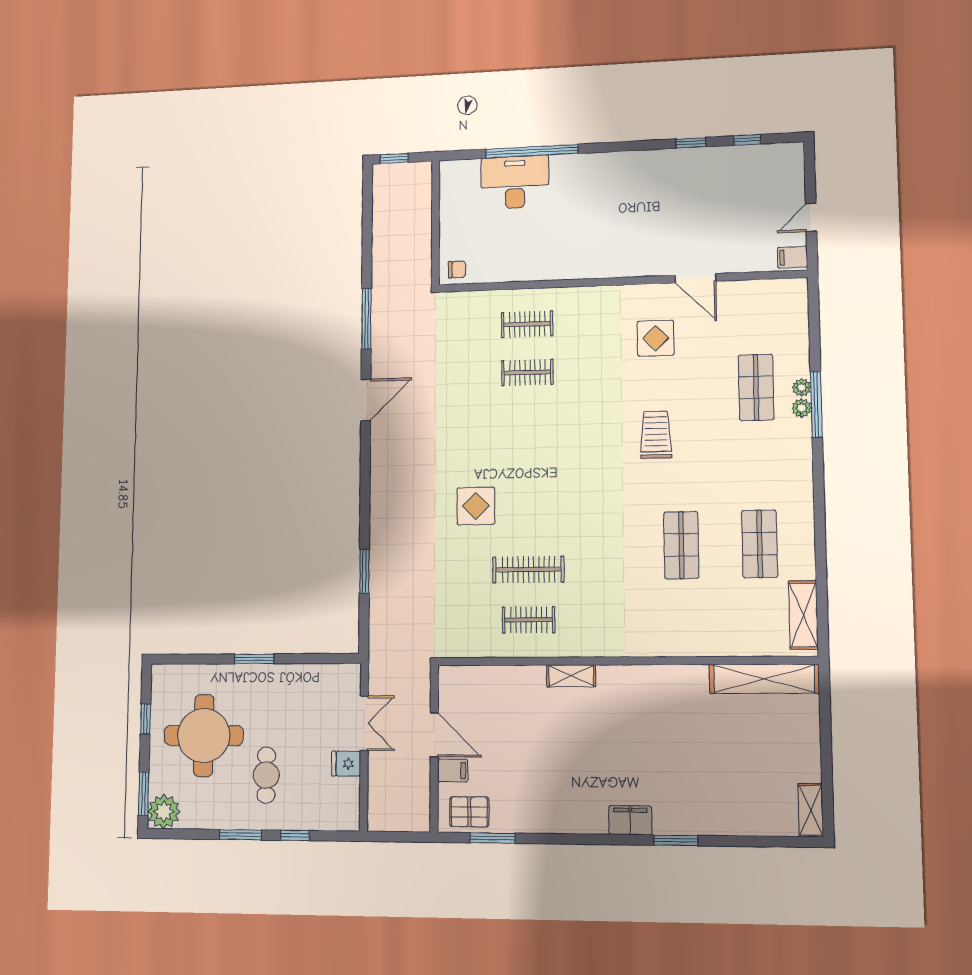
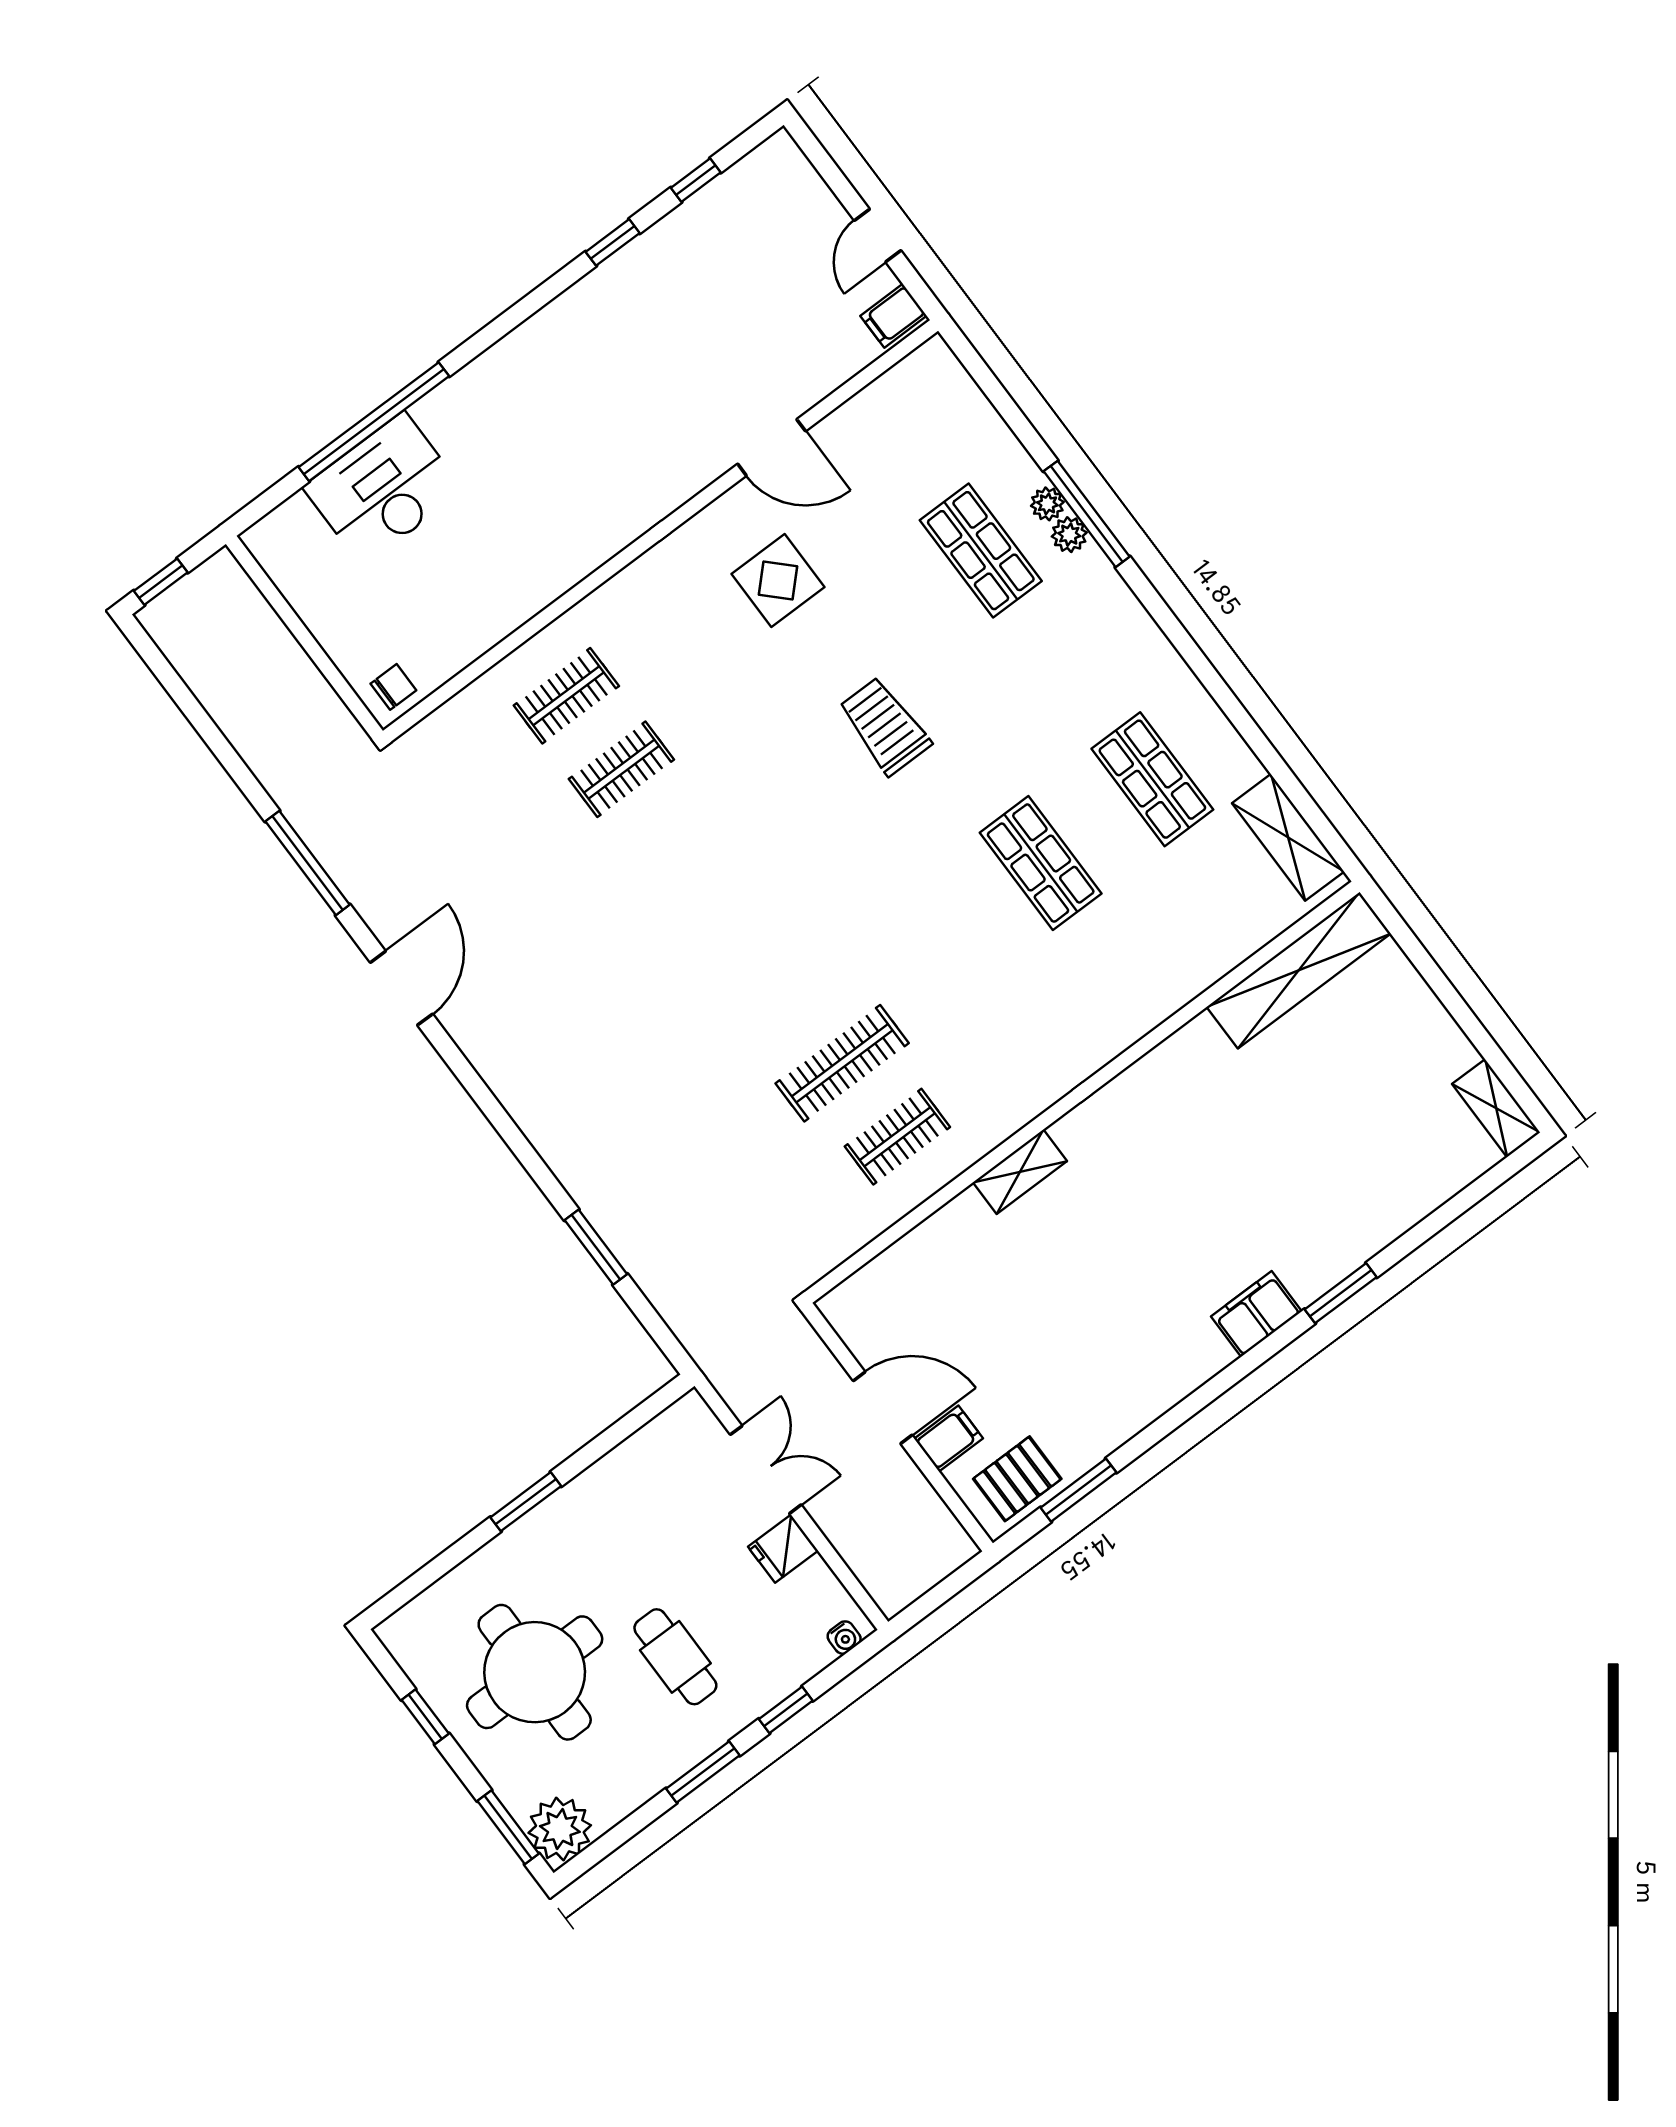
display table: (476, 506) -> (693, 1026), removed
water cooler: (343, 823) -> (844, 1638), added

